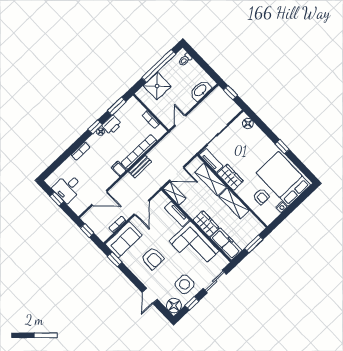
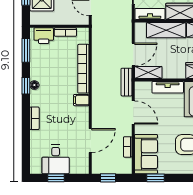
printer: (112, 125) -> (44, 36), moved, turned 90
bench: (140, 167) -> (126, 82), moved

